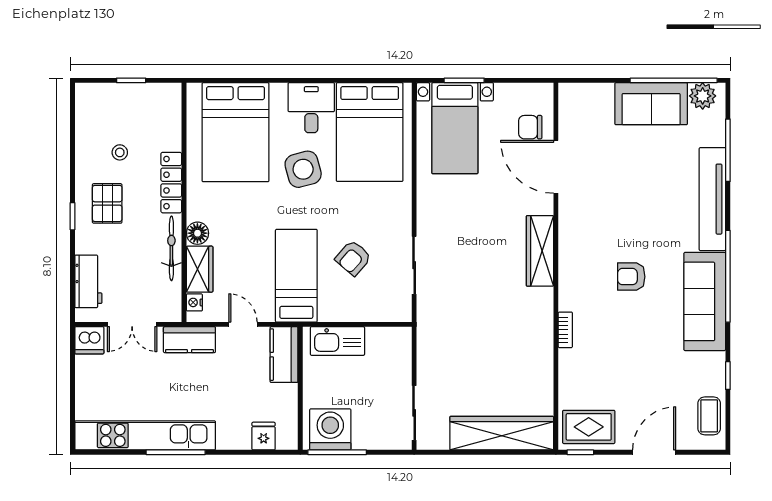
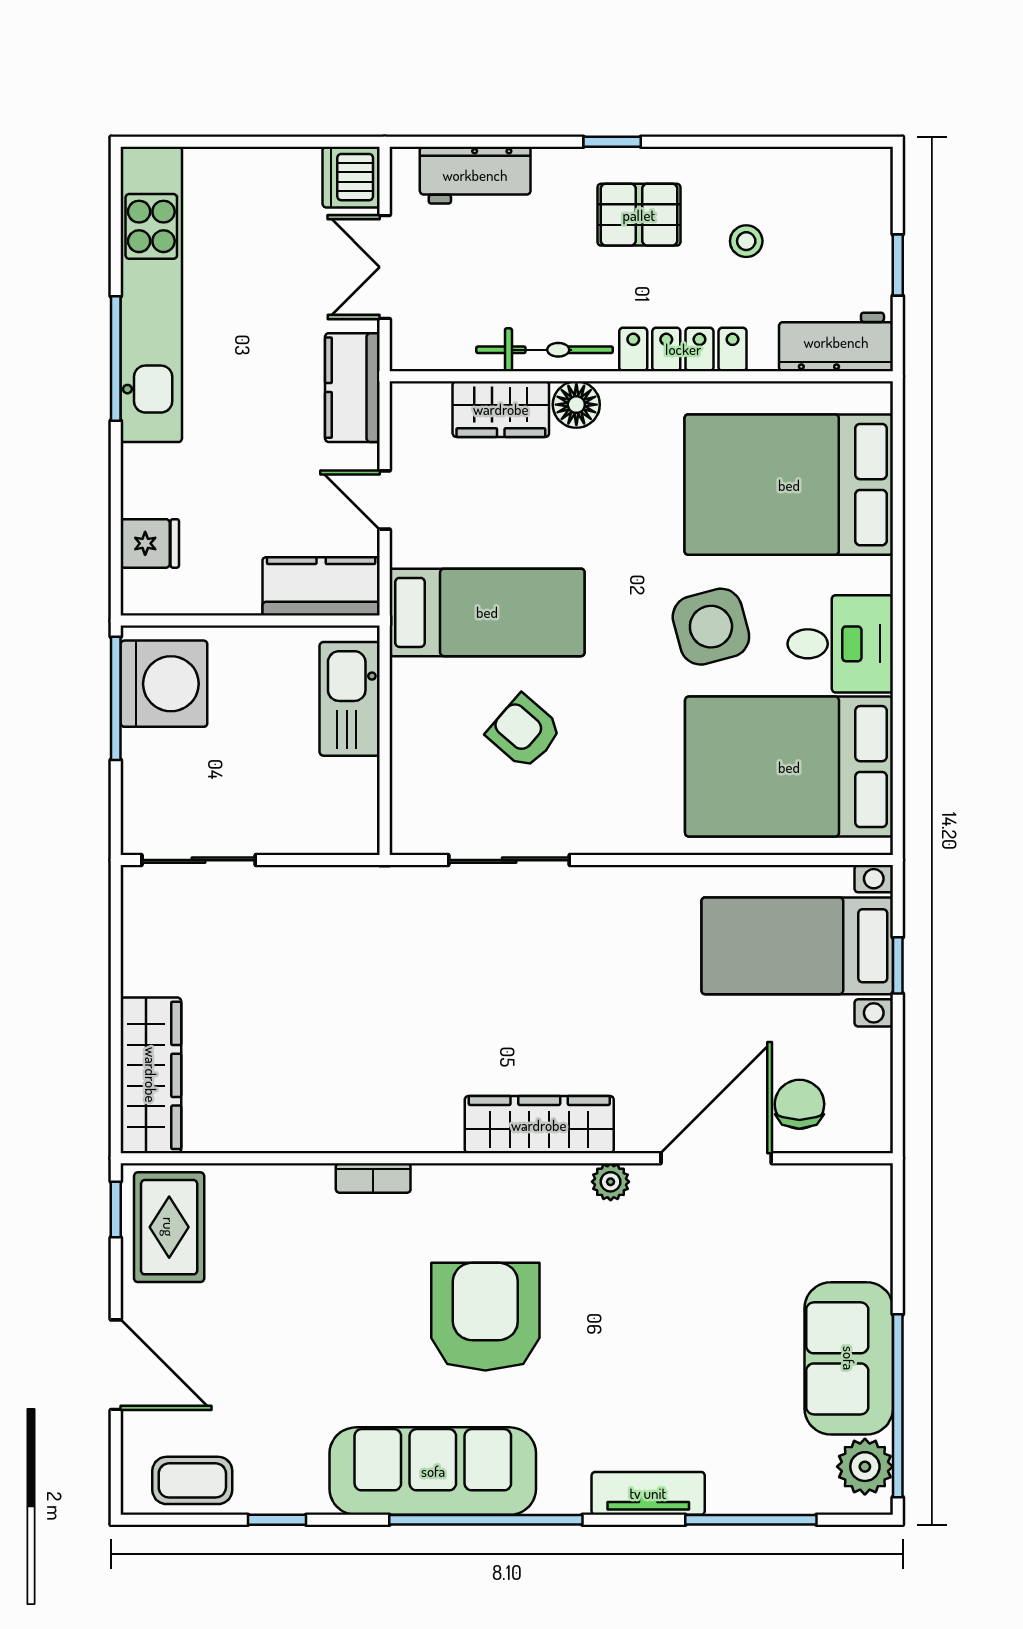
window: (464, 80) -> (898, 965), width x0.67
workbench: (168, 110) -> (836, 342), added
tv unit: (712, 199) -> (648, 1493), width x0.52, depth x0.78
plant: (567, 217) -> (611, 1182), added
armchair: (631, 277) -> (485, 1317), width x1.88, depth x1.88
nightstand: (194, 302) -> (431, 398), removed
door: (243, 324) -> (385, 500), swing flipped
wardrobe: (502, 433) -> (151, 1075), width x0.71, depth x0.85

